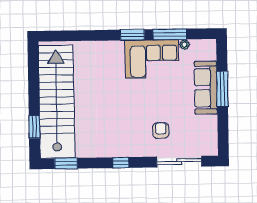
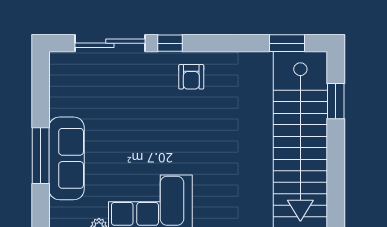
armchair: (161, 130) -> (191, 77), moved
window: (121, 163) -> (170, 43), moved

